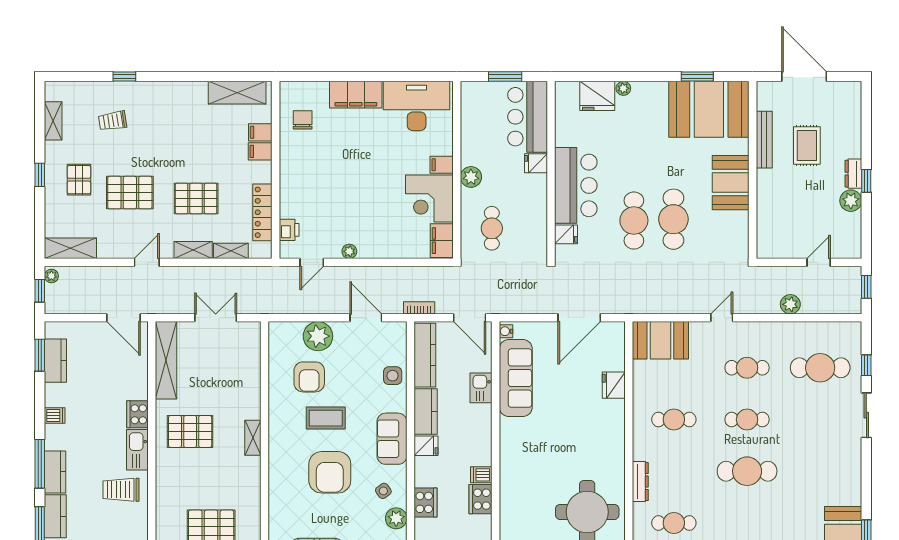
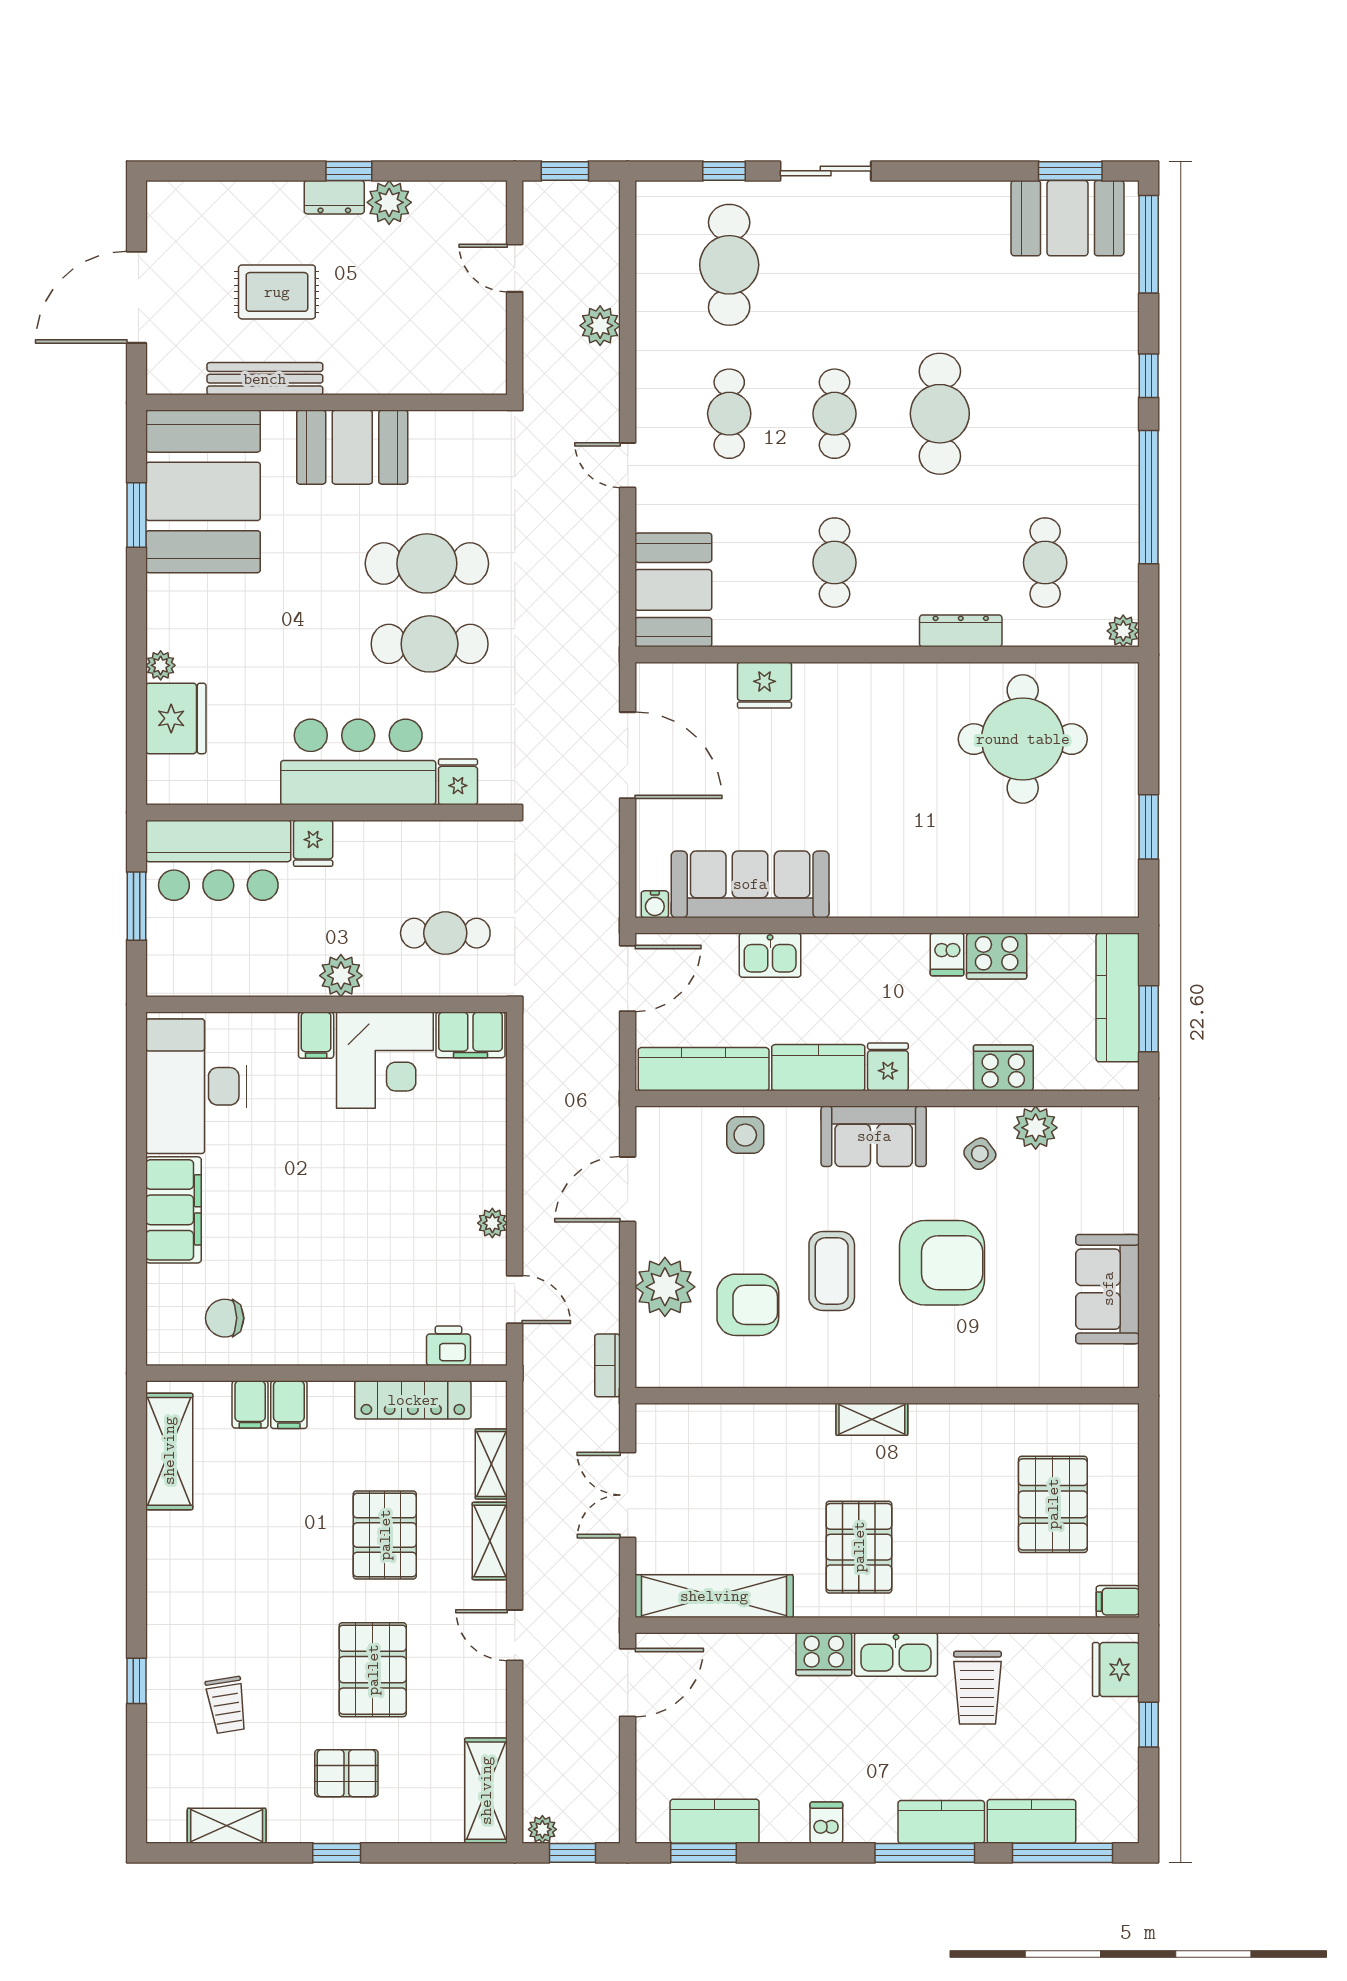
bookcase: (419, 308) -> (607, 1365), moved

